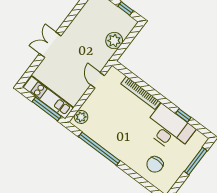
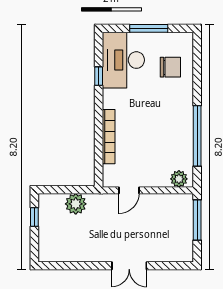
kitchen unit: (49, 97) -> (184, 227), removed
desk: (169, 129) -> (123, 60), moved
window: (196, 161) -> (149, 28), moved

